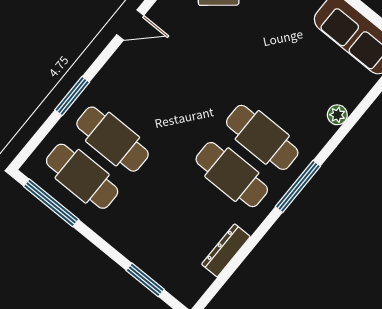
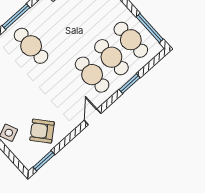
door: (130, 25) -> (93, 117), hinge flipped
cafe table: (232, 175) -> (92, 75), moved

